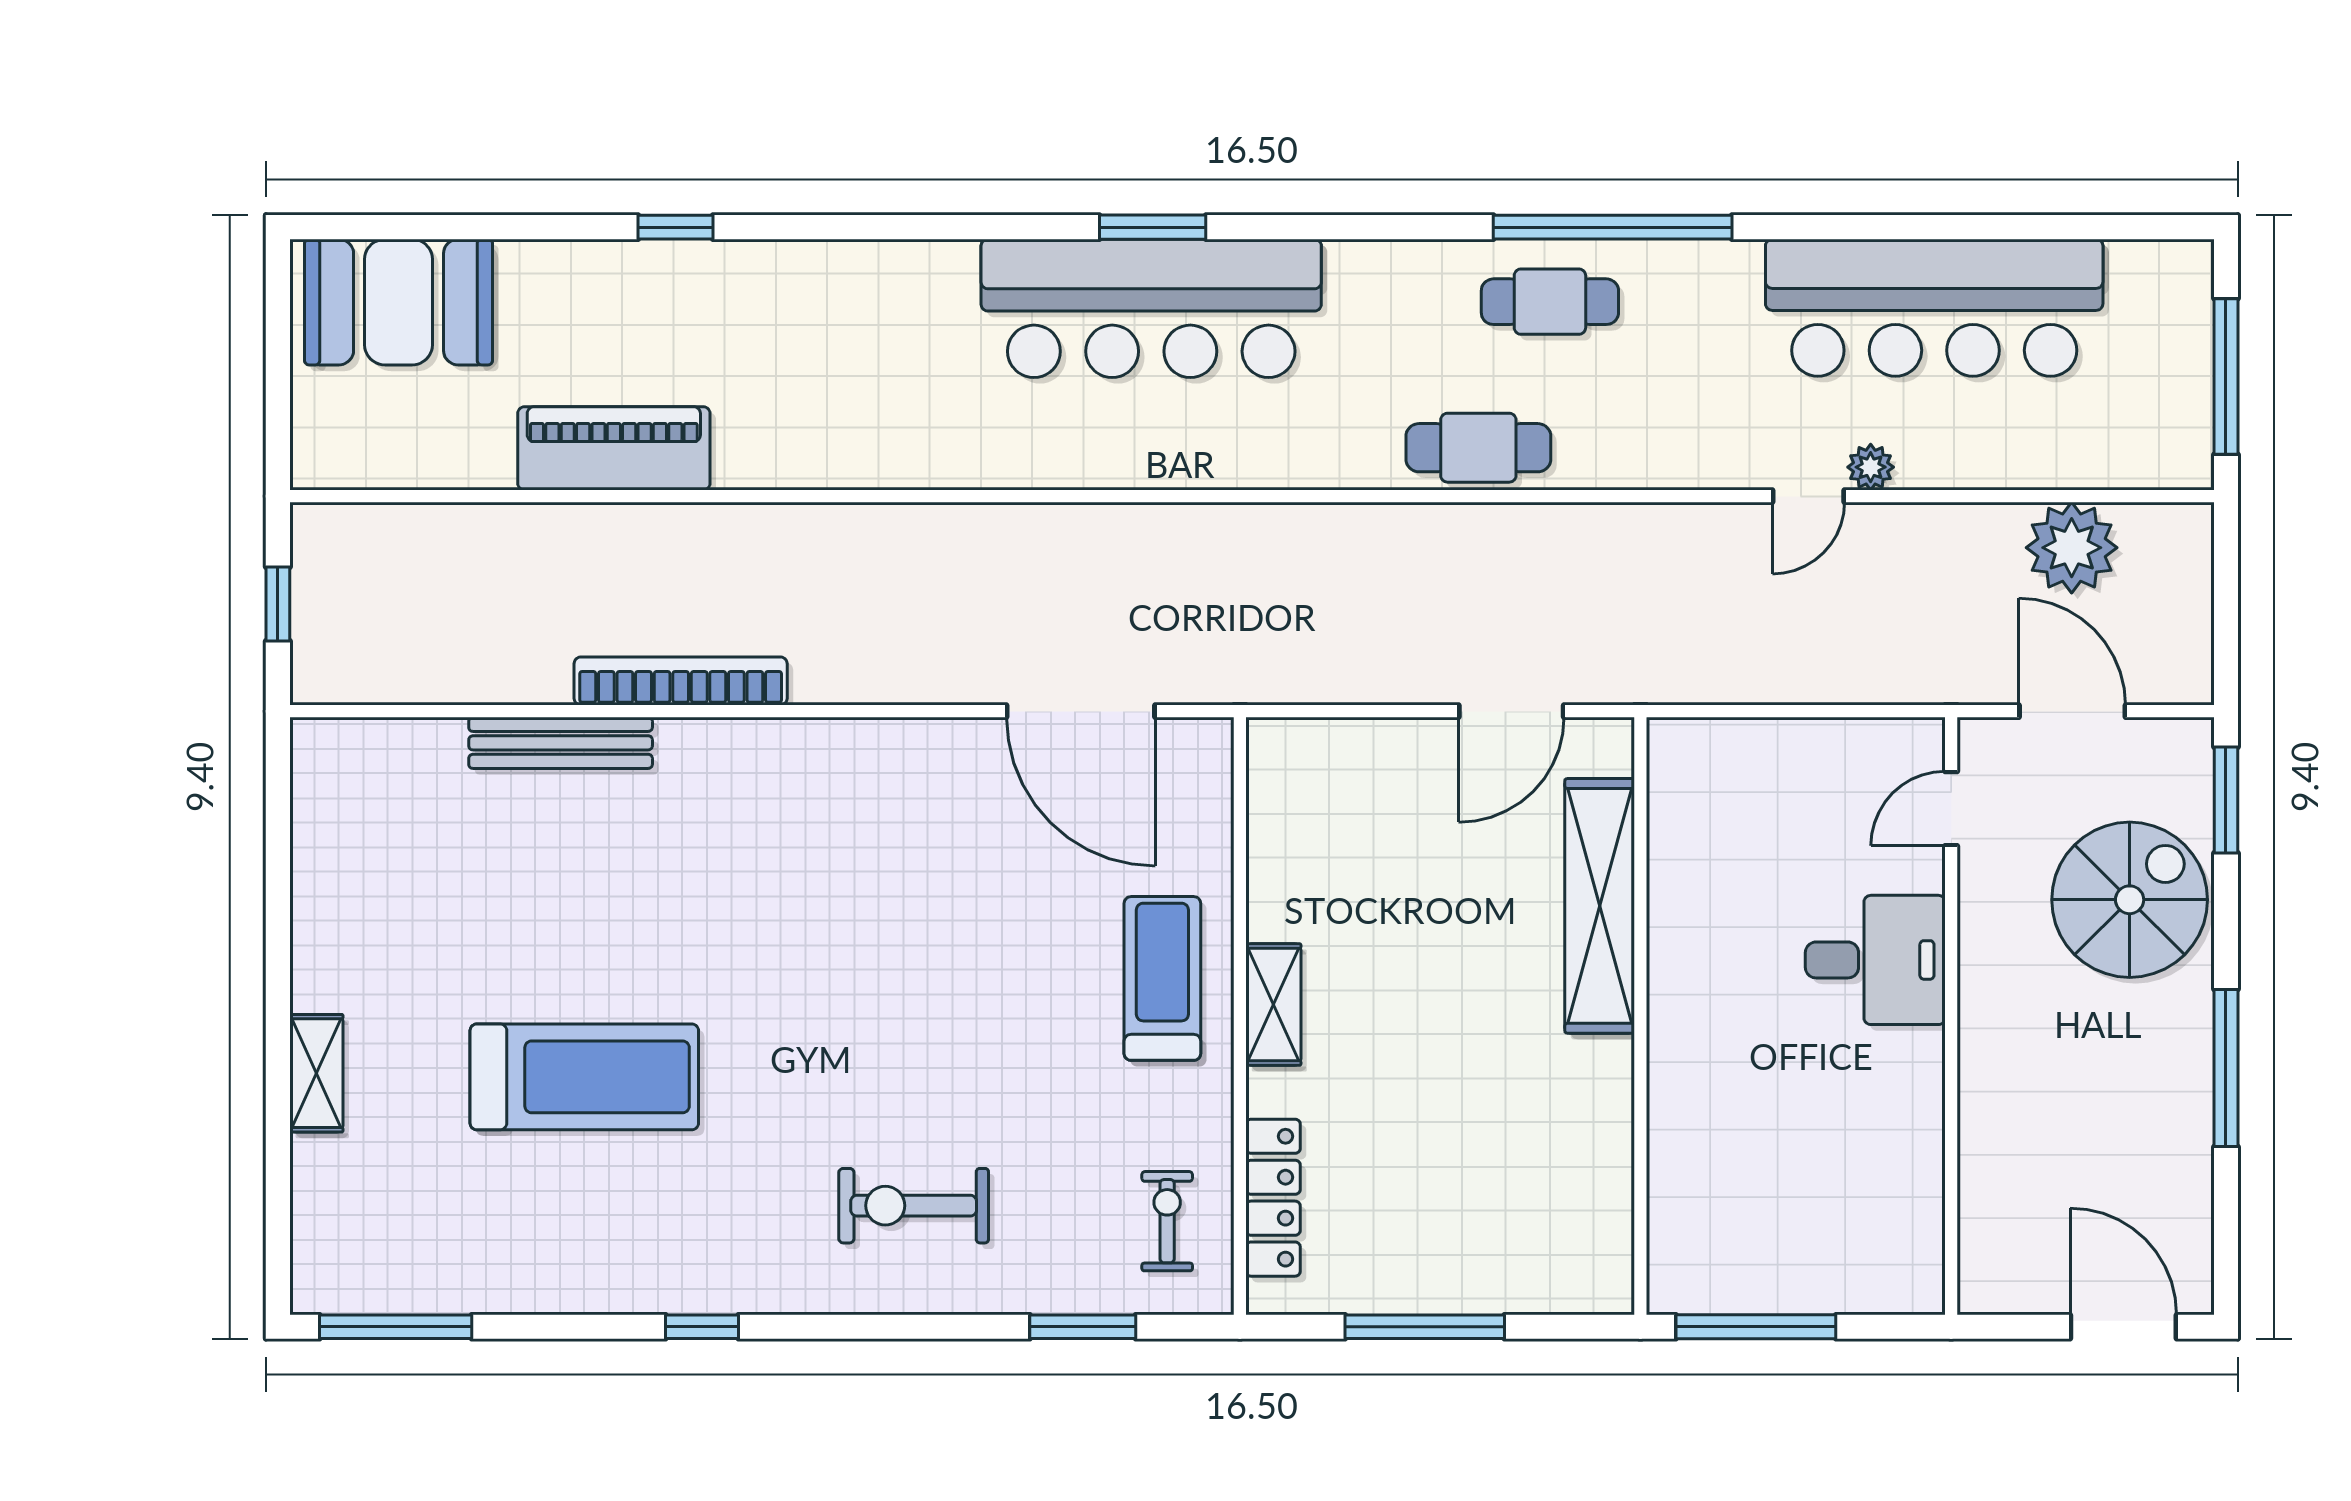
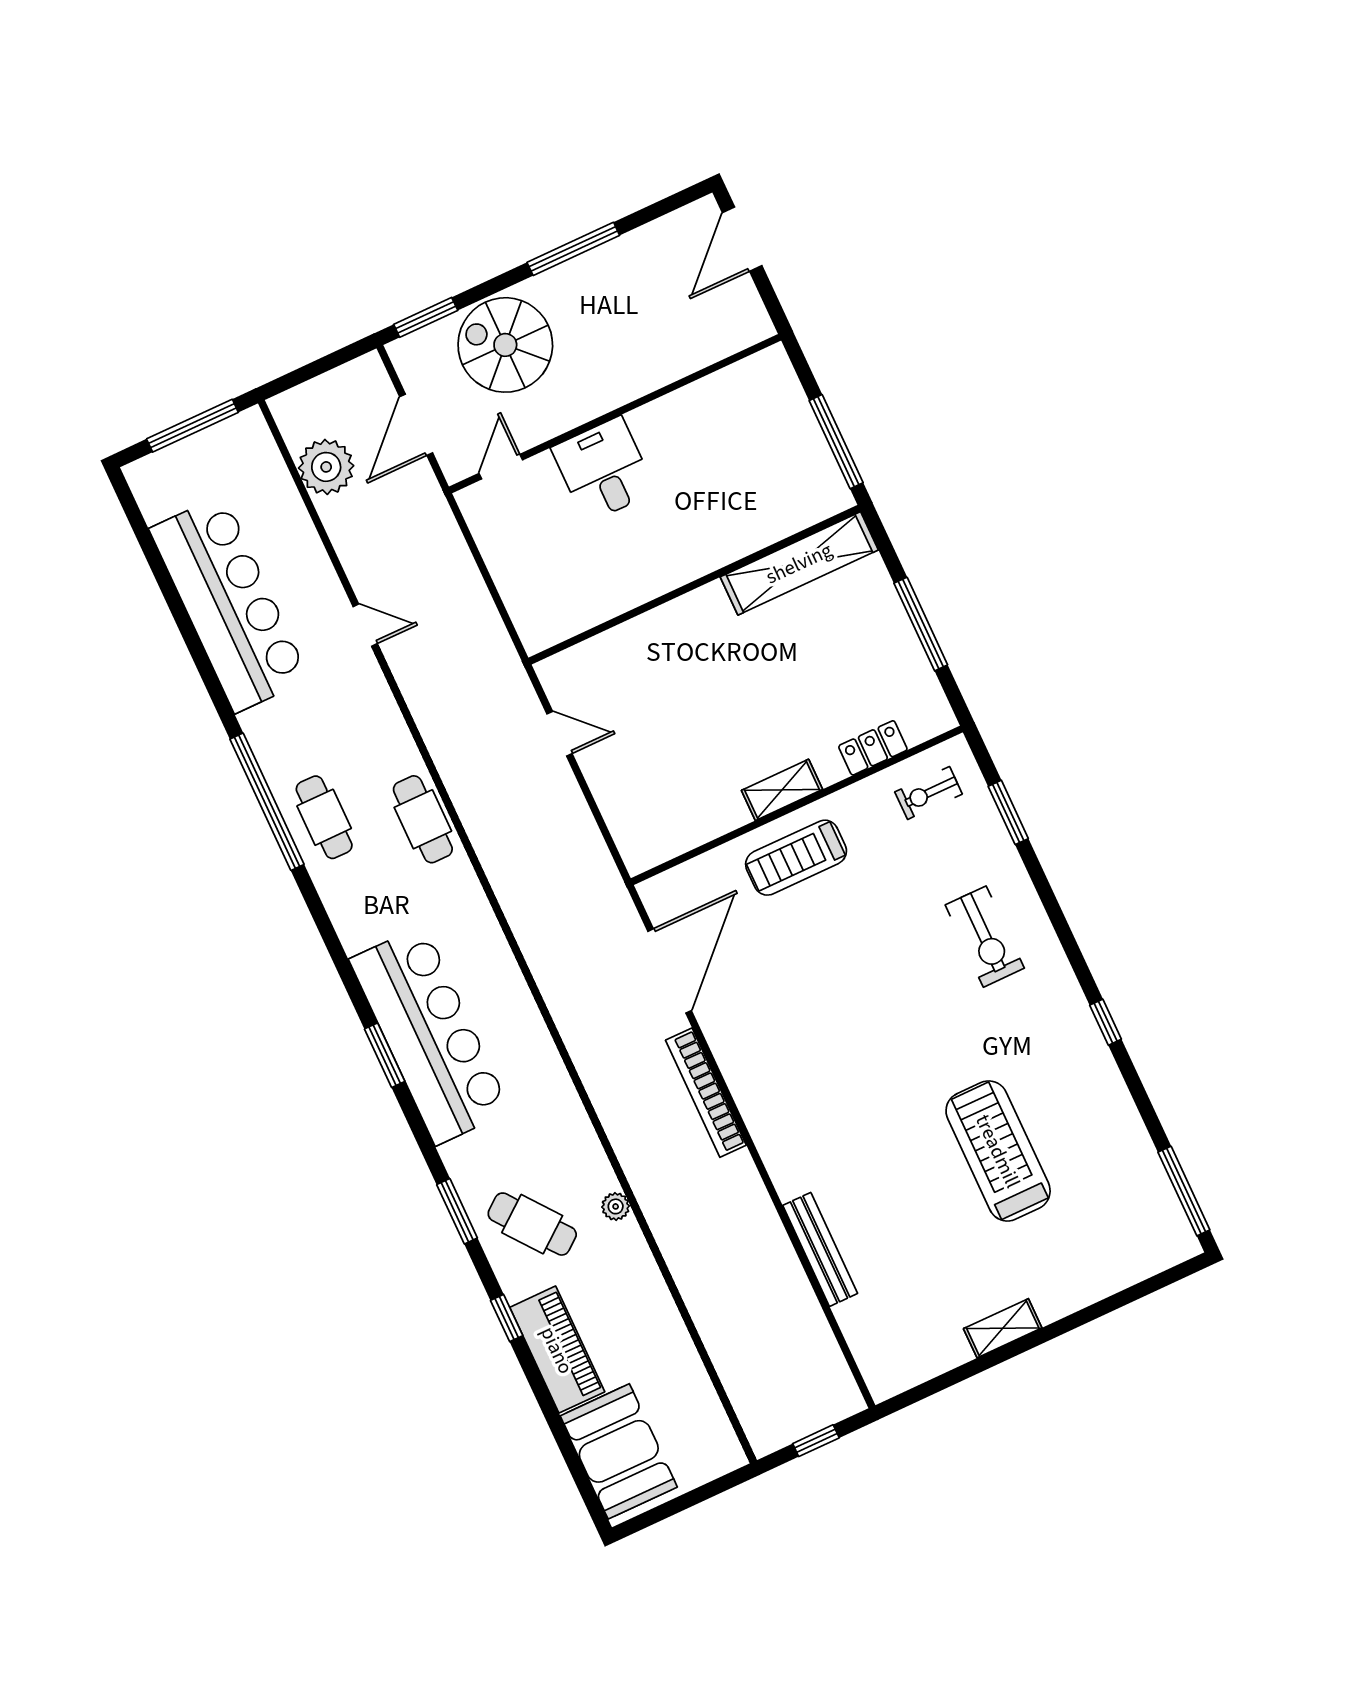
window: (869, 227) -> (457, 1211), added
cafe table: (798, 330) -> (532, 1224), added
piano: (614, 448) -> (557, 1350), moved, turned 180
plant: (1871, 467) -> (616, 1206), moved
bookcase: (681, 681) -> (706, 1093), moved
door: (1511, 711) -> (560, 734), width x0.73
door: (1951, 809) -> (501, 467), swing flipped
shelving: (1600, 906) -> (799, 563), moved
shelving: (316, 1073) -> (1003, 1328), moved
locker: (1273, 1198) -> (873, 748), width x0.66

